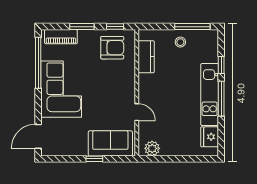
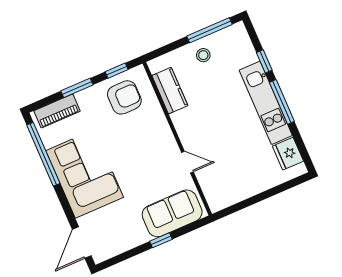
plant: (152, 148) -> (225, 198), removed

